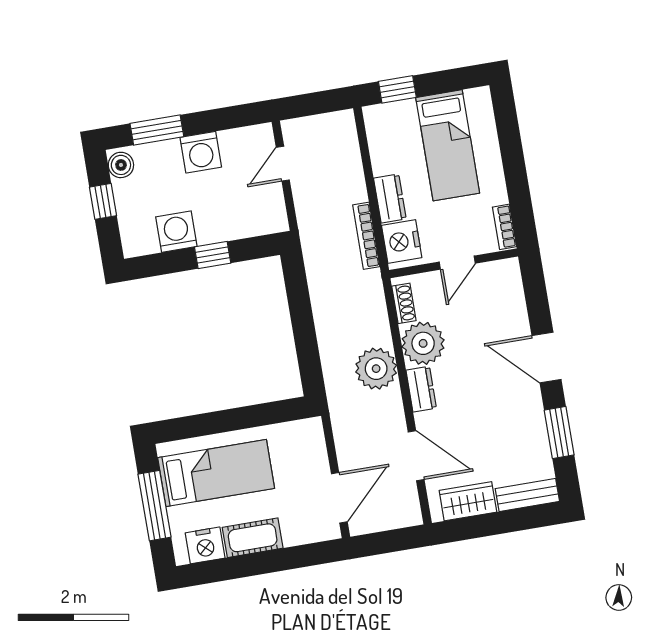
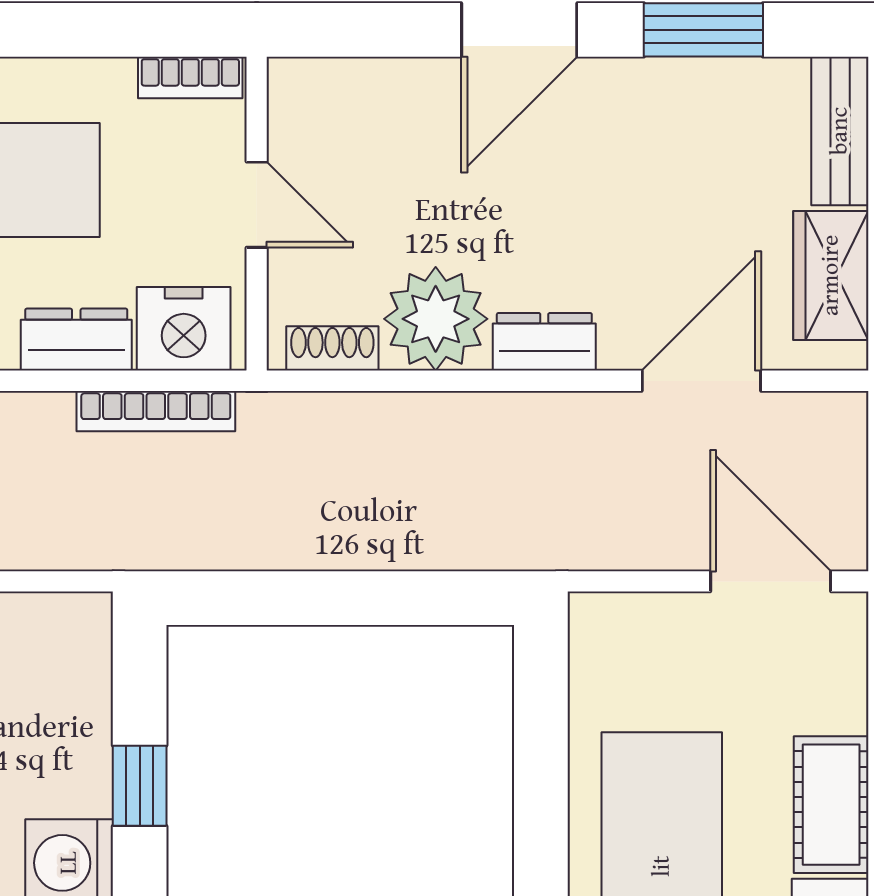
plant: (376, 369) -> (477, 441), removed

